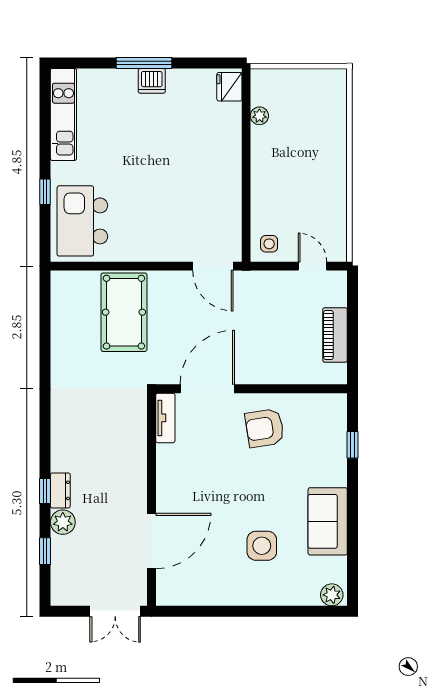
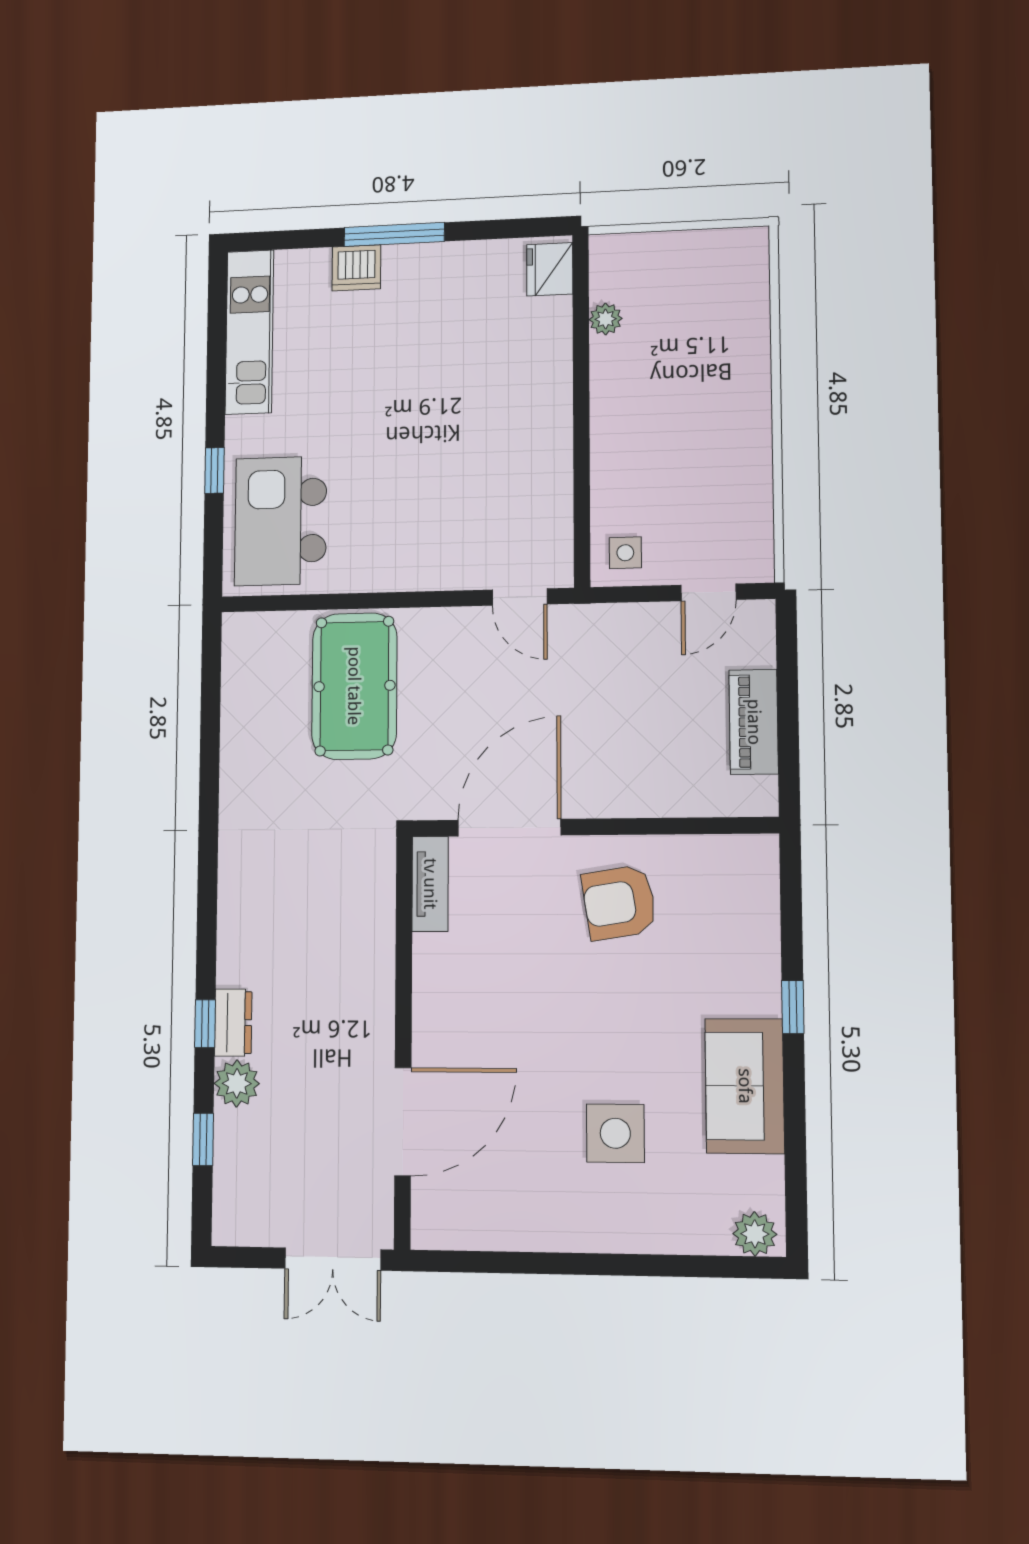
dishwasher: (152, 81) -> (356, 268), moved
door: (213, 266) -> (520, 597), width x0.73
door: (313, 266) -> (708, 592), swing flipped
window: (353, 445) -> (793, 1007), moved

